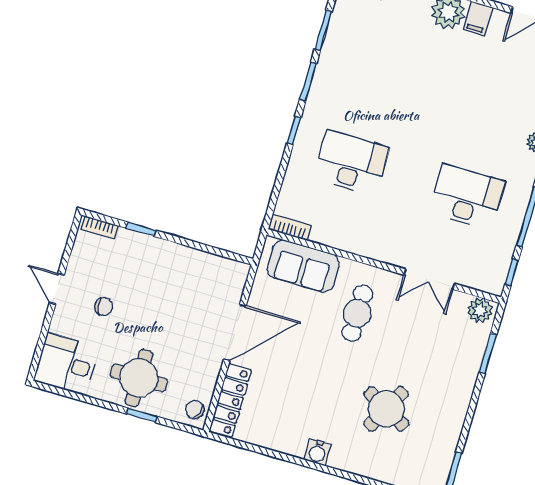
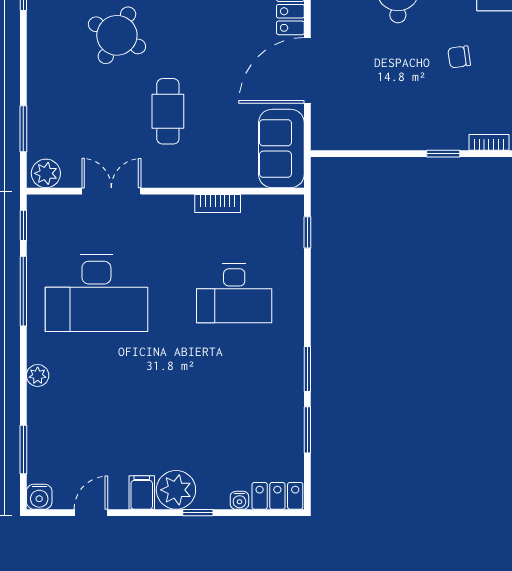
window: (294, 130) -> (307, 232), moved
desk: (467, 197) -> (96, 293), width x1.36, depth x1.30
bookcase: (290, 227) -> (218, 203), moved
sofa: (303, 266) -> (281, 148), moved, turned -90
cafe table: (357, 313) -> (168, 111), moved

